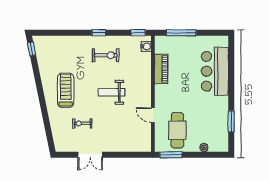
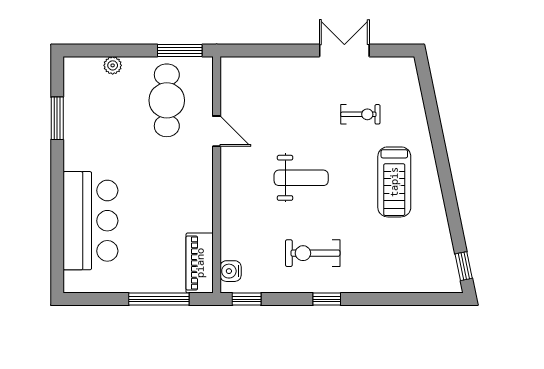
piano: (161, 69) -> (200, 263), moved

